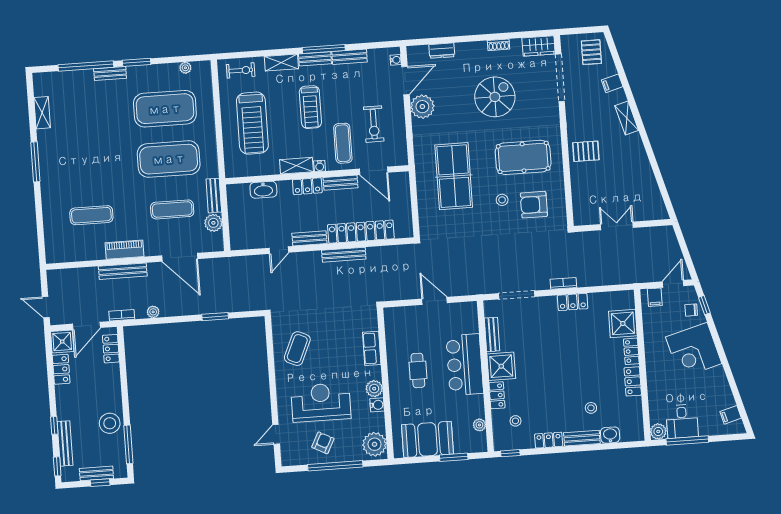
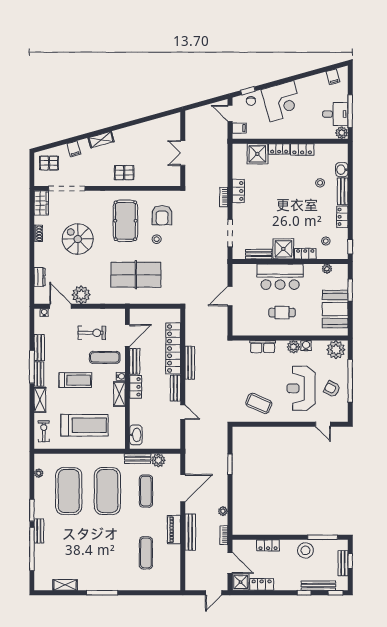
pallet: (586, 151) -> (124, 173), turned 90
washbasin: (263, 190) -> (136, 435), moved
locker: (111, 349) -> (268, 545), moved

